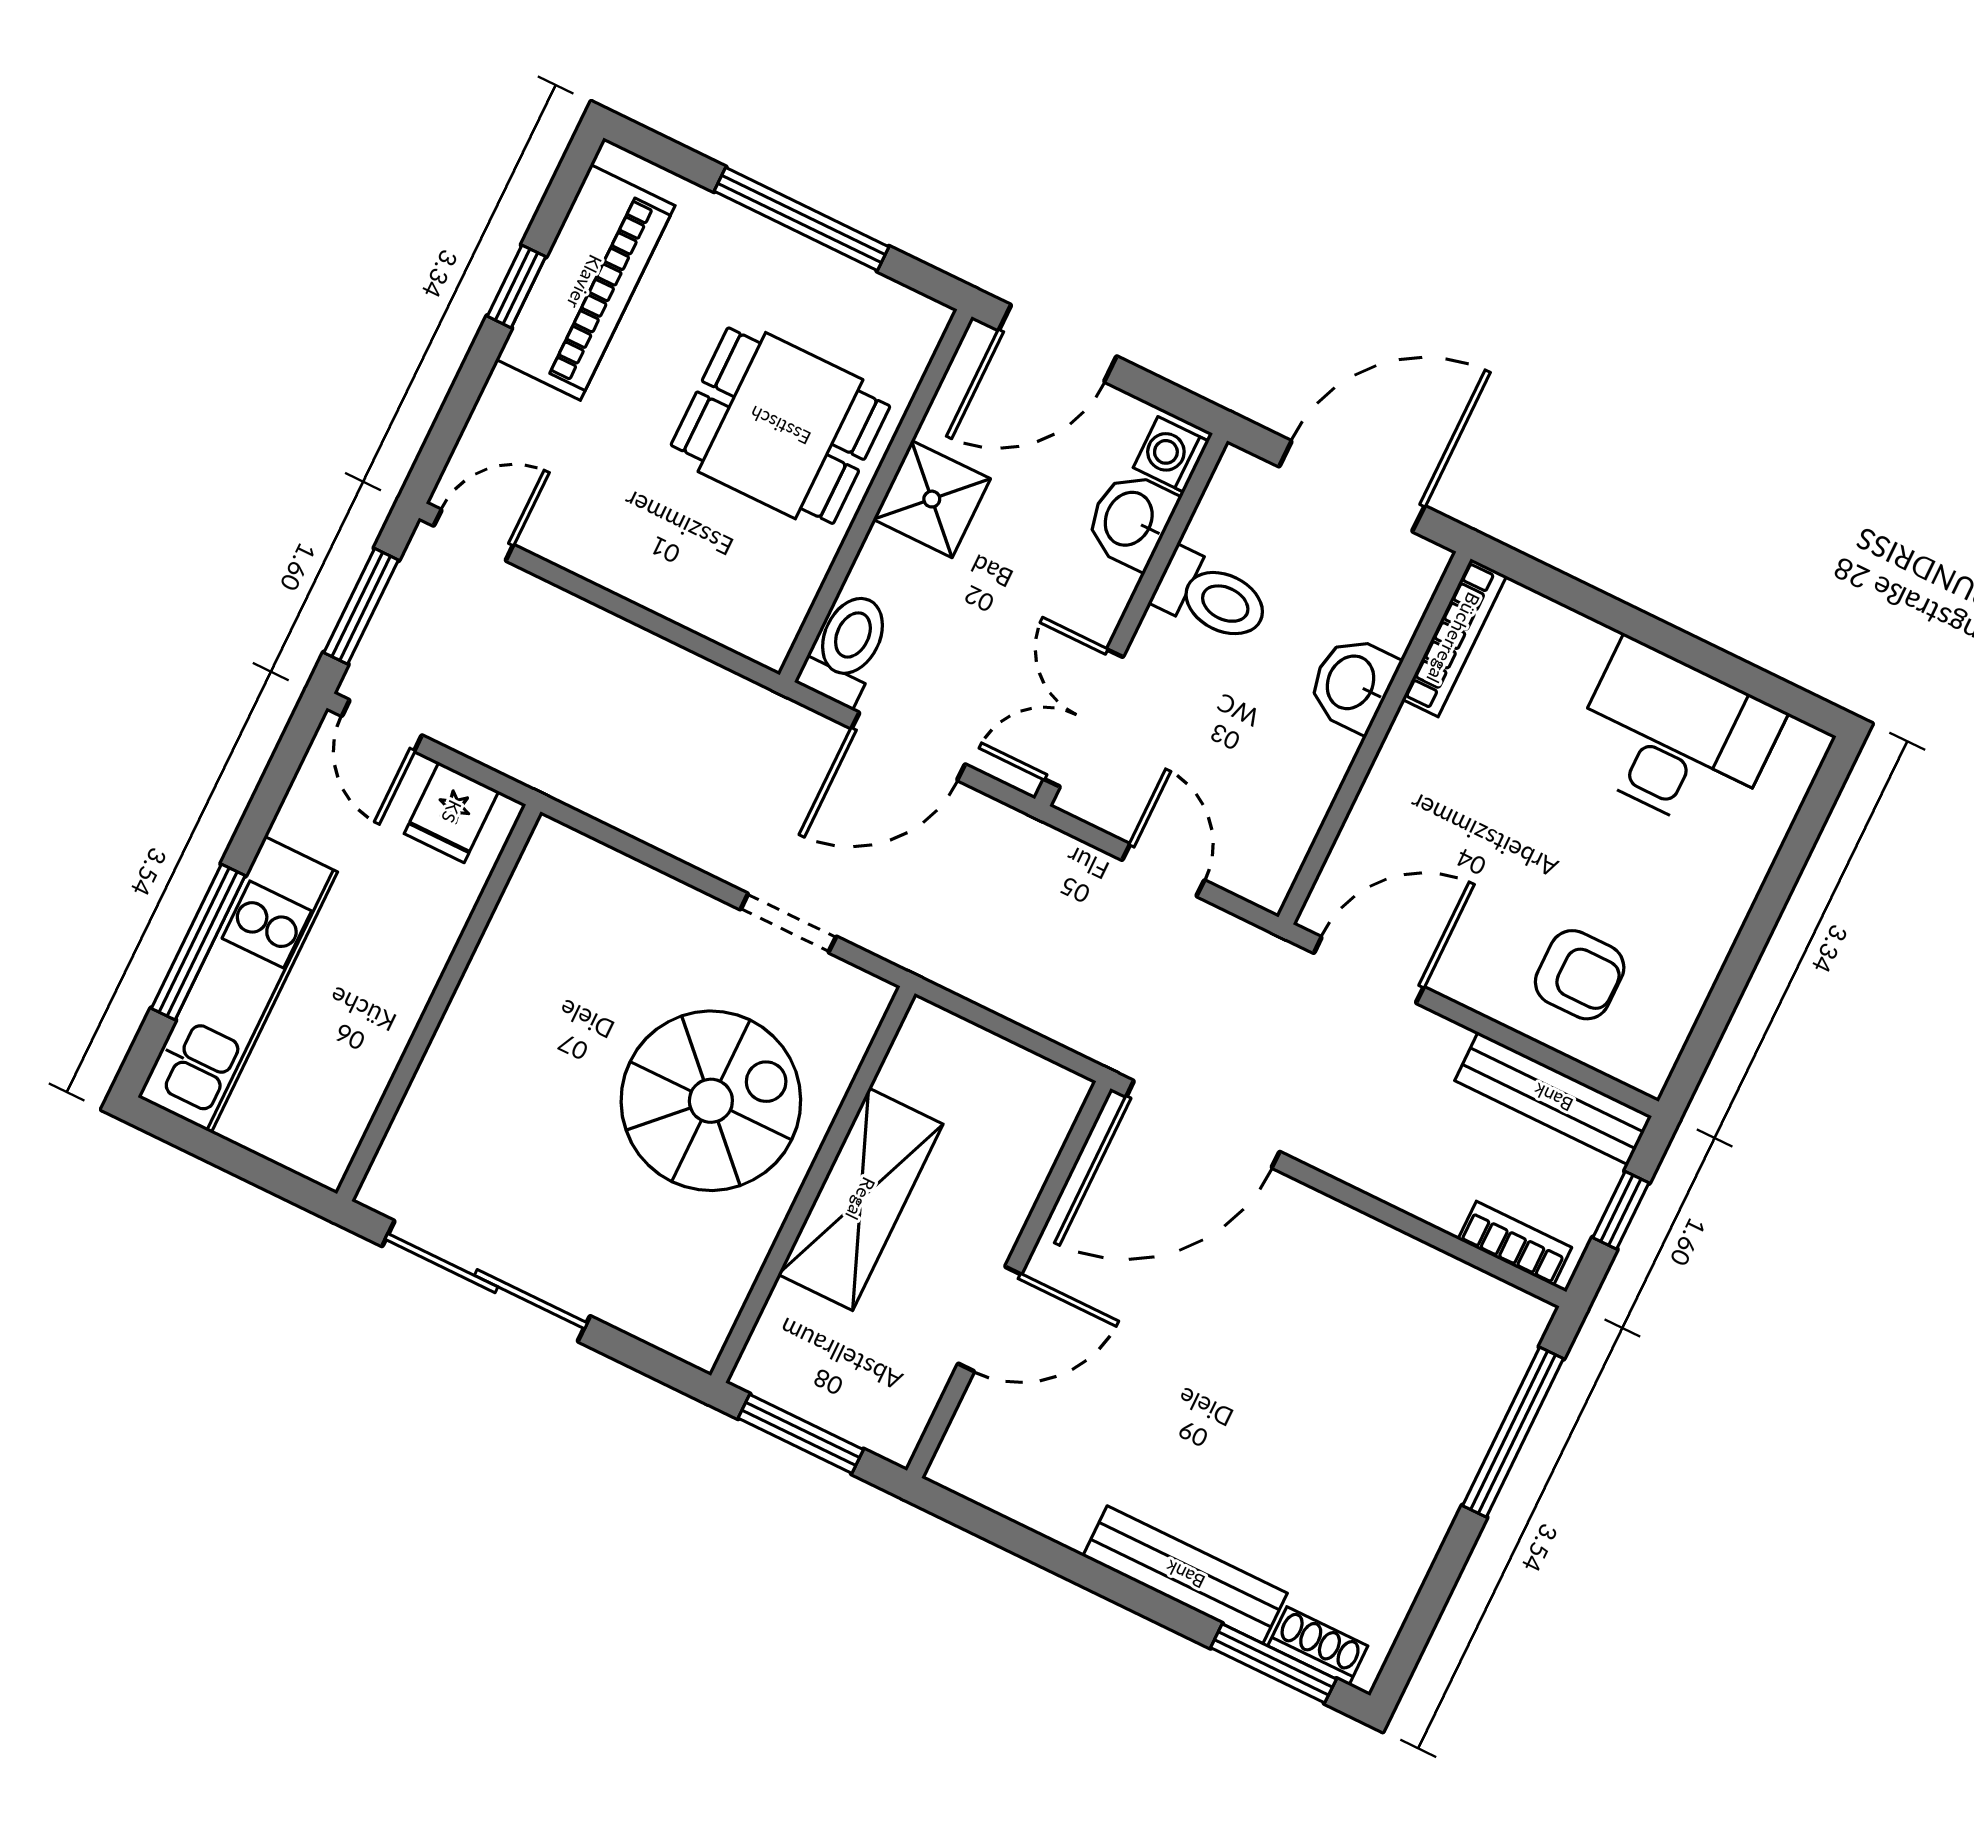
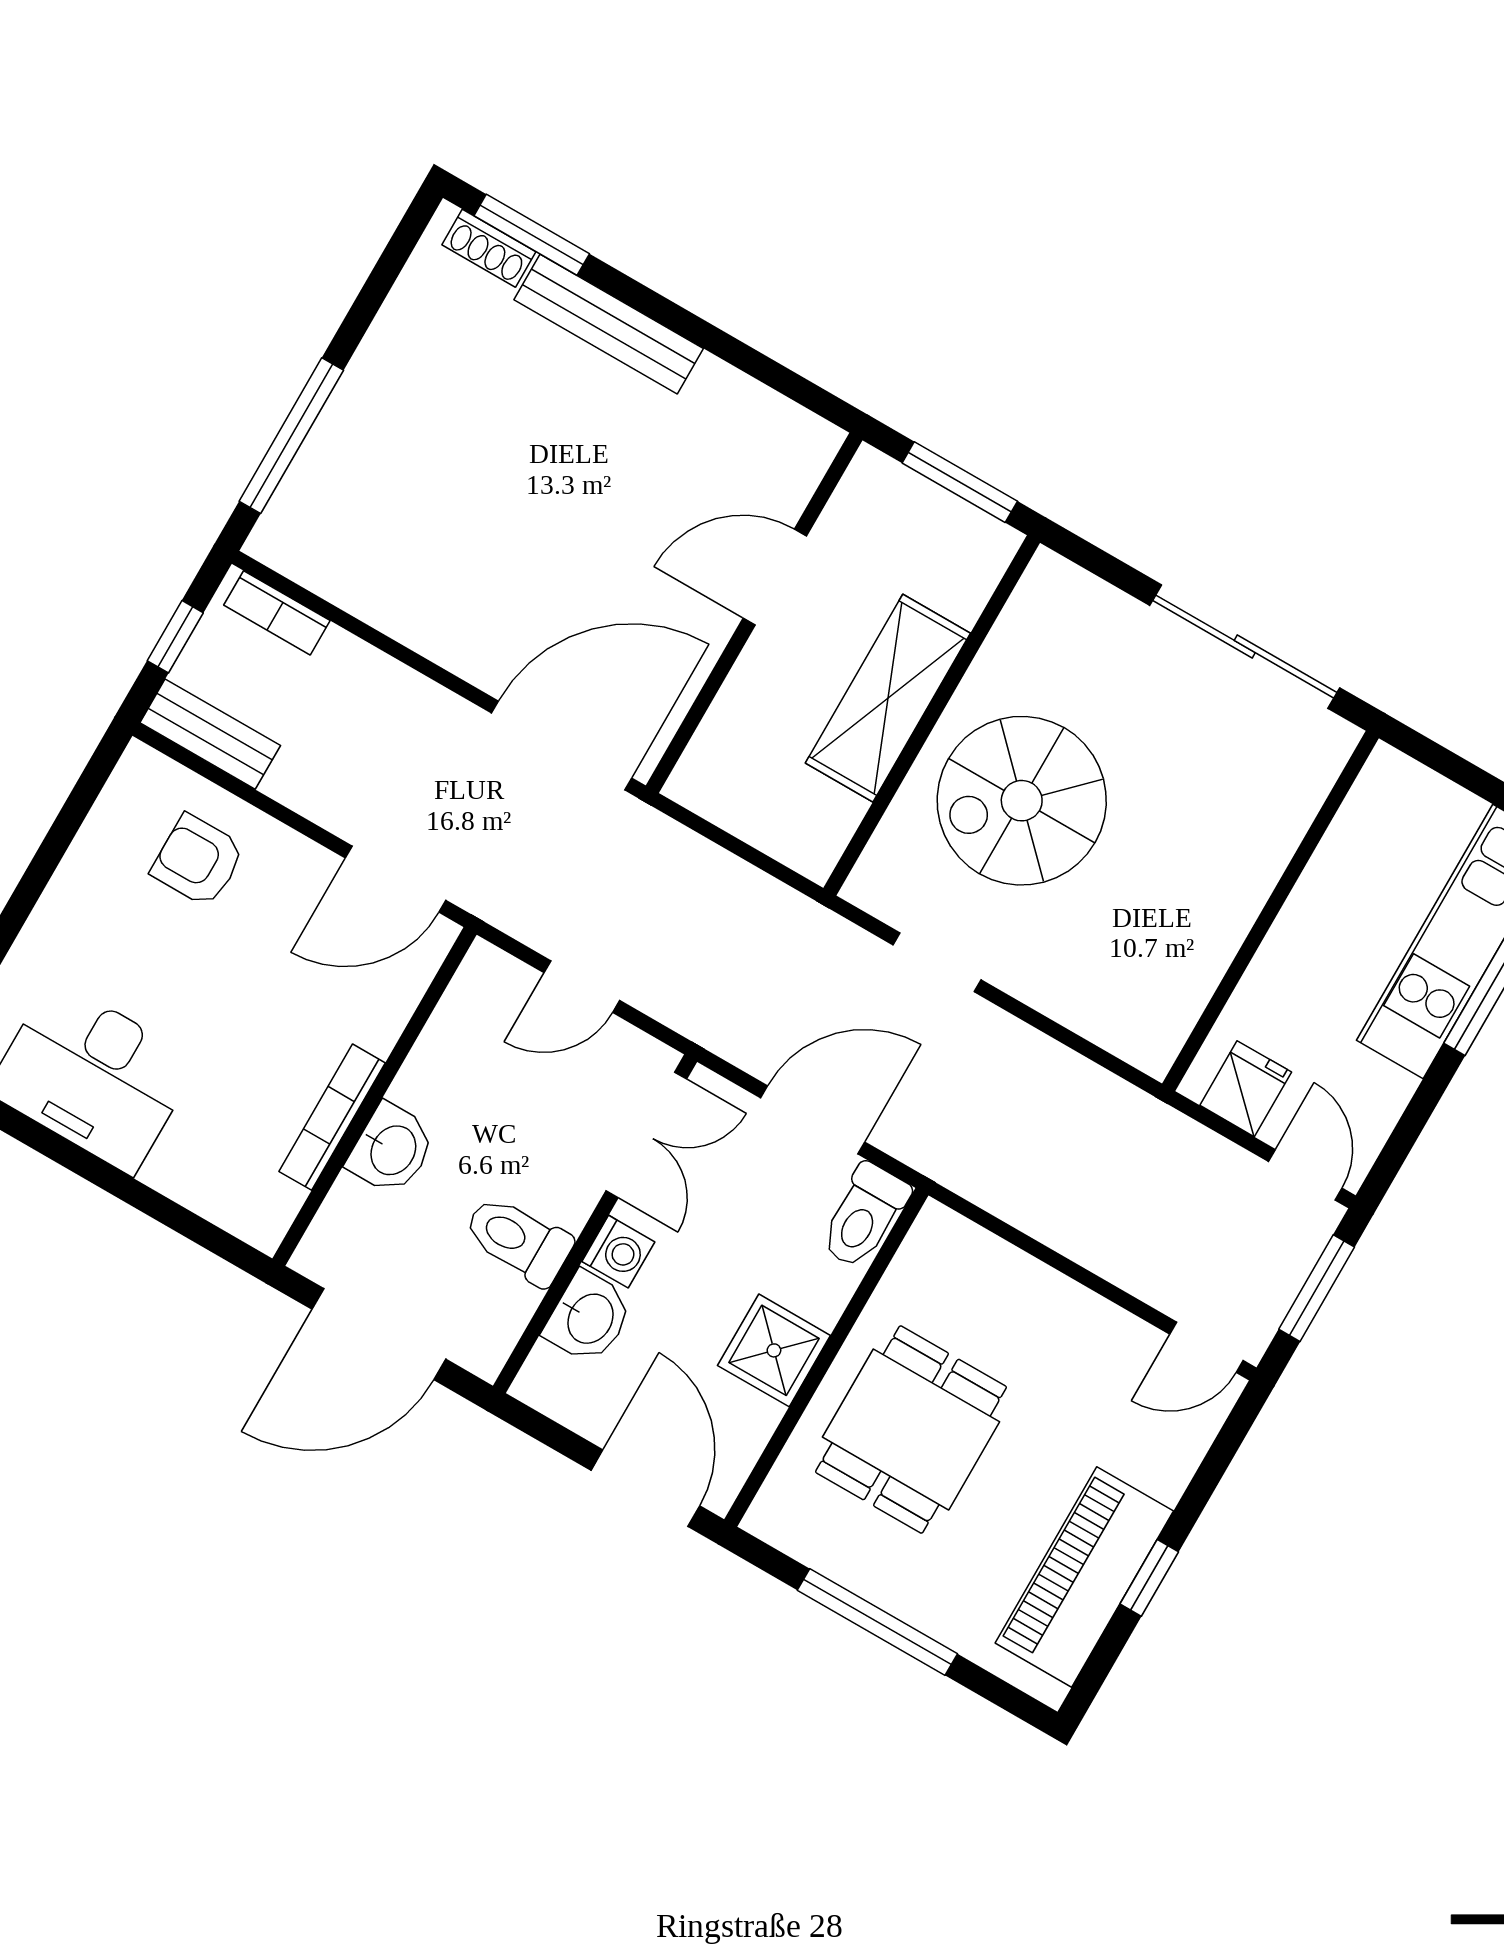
door: (1058, 343) -> (645, 1488), hinge flipped
dining table: (780, 426) -> (911, 1429), turned 90
washing machine: (1171, 454) -> (618, 1252), moved
bookcase: (1454, 638) -> (332, 1117), moved
door: (1163, 870) -> (582, 987), hinge flipped
bench: (1553, 1098) -> (210, 734), width x0.73

